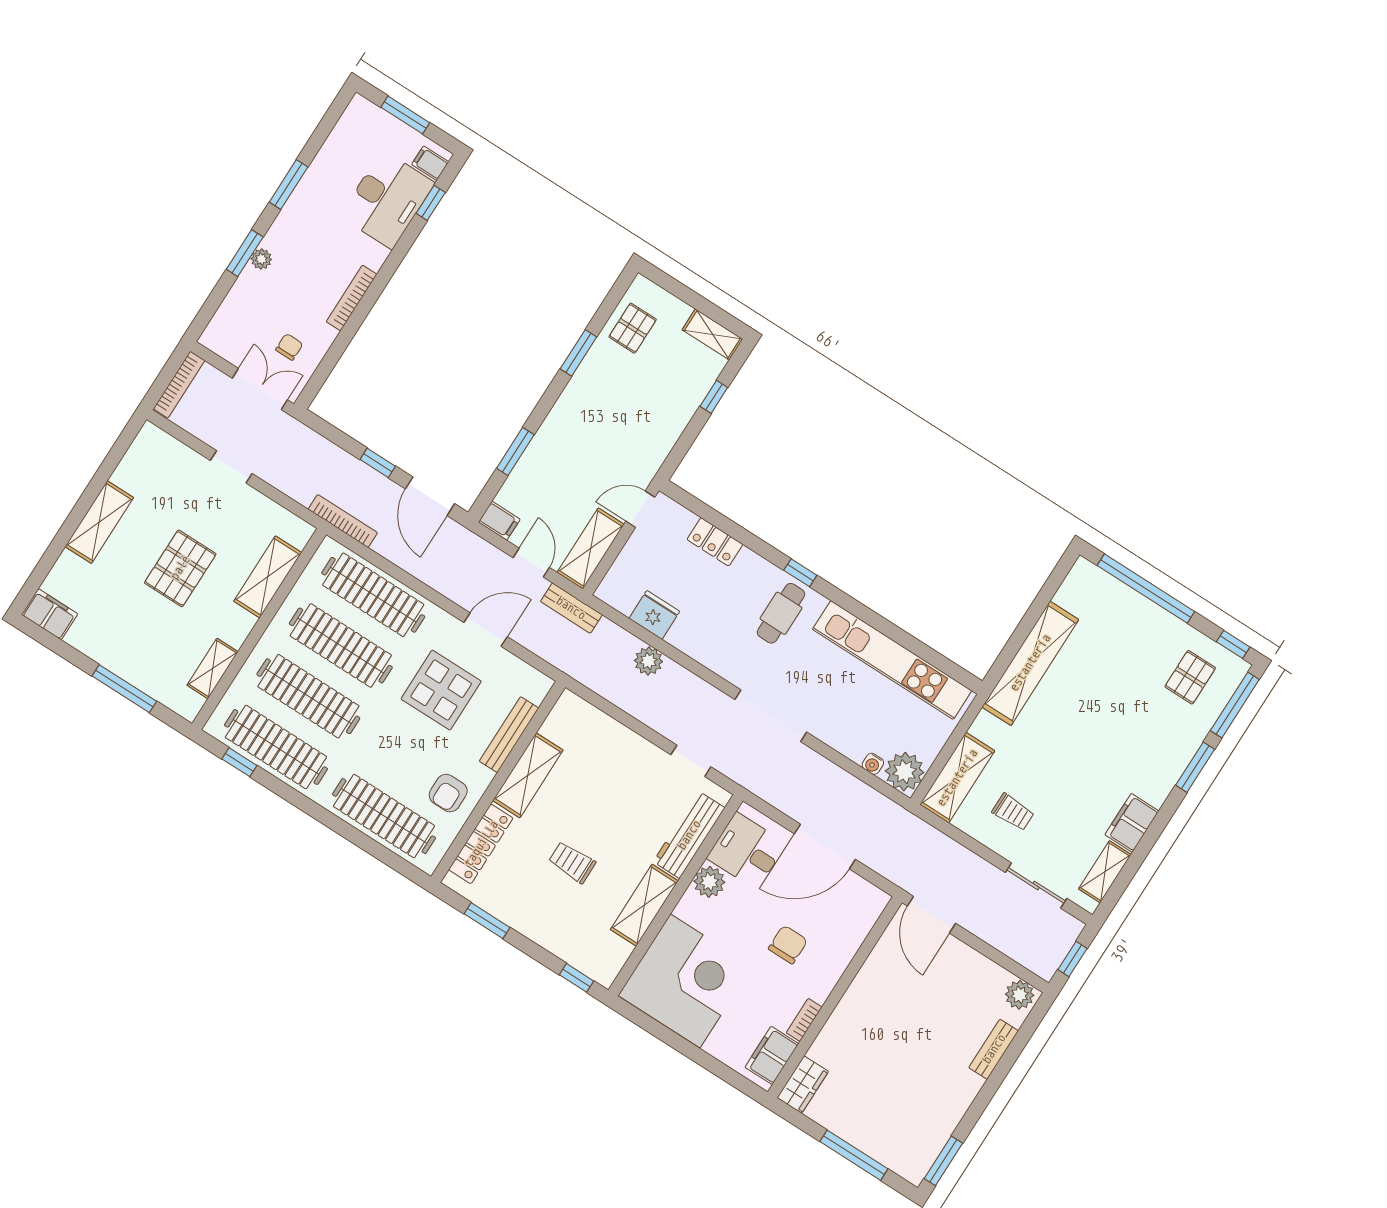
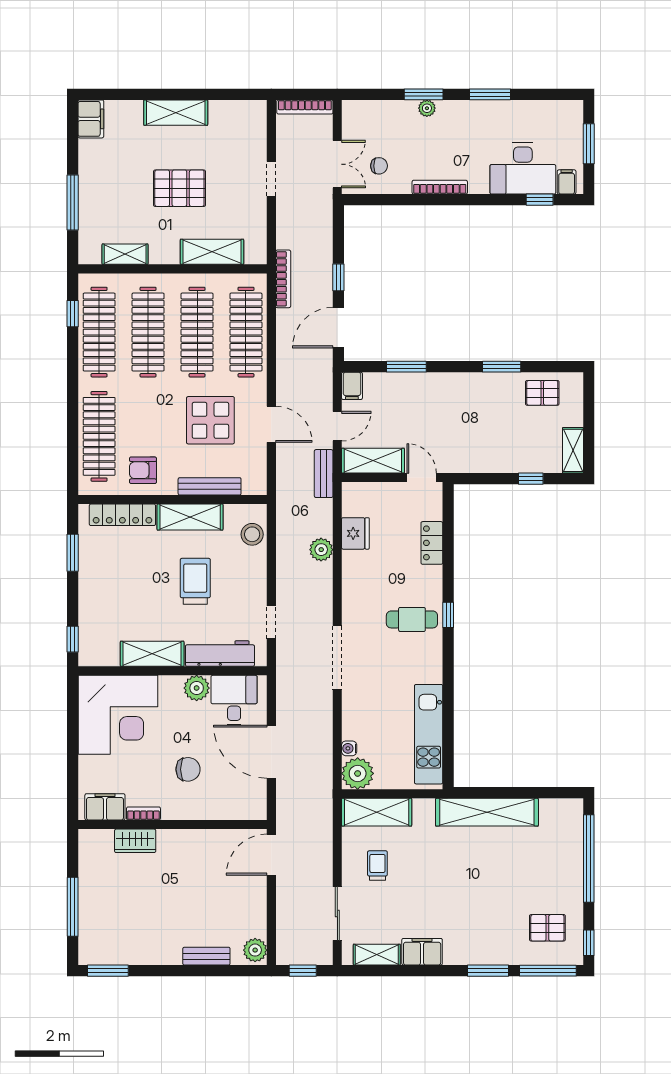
kitchen unit: (892, 660) -> (429, 734), width x0.73
stool: (587, 722) -> (252, 534), added
trolley: (1013, 812) -> (377, 866), turned 180
trolley: (572, 862) -> (195, 581), moved, width x1.36, depth x1.39
wardrobe: (803, 1085) -> (135, 841), moved

